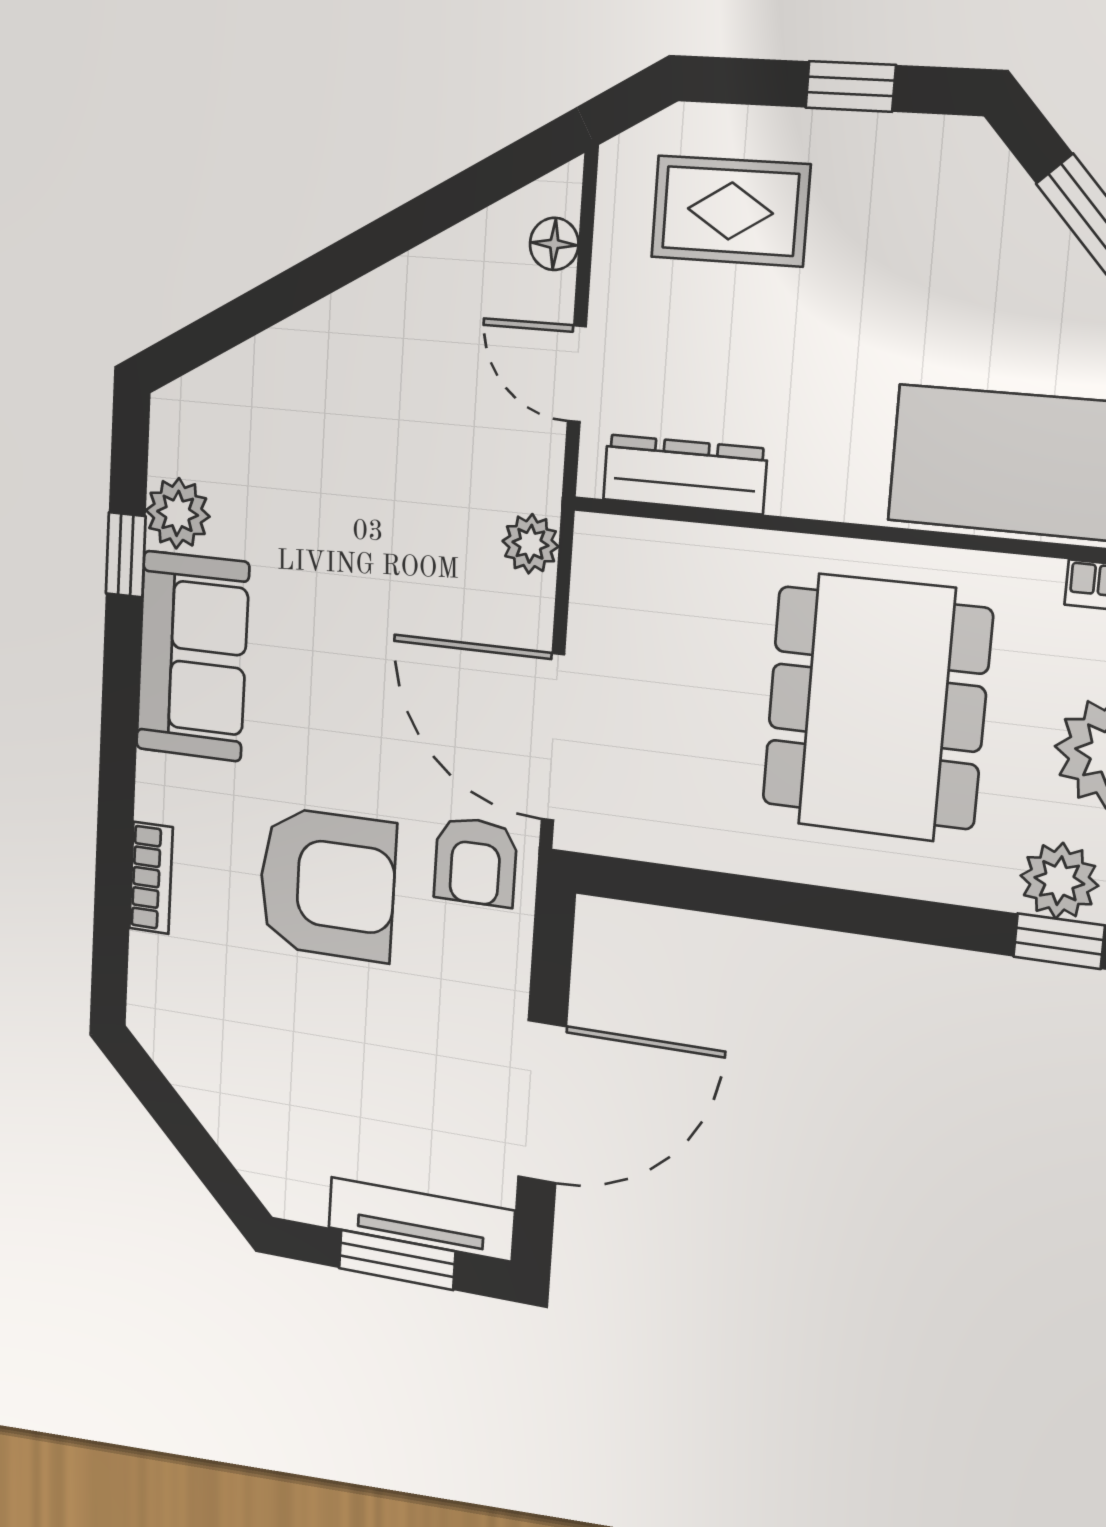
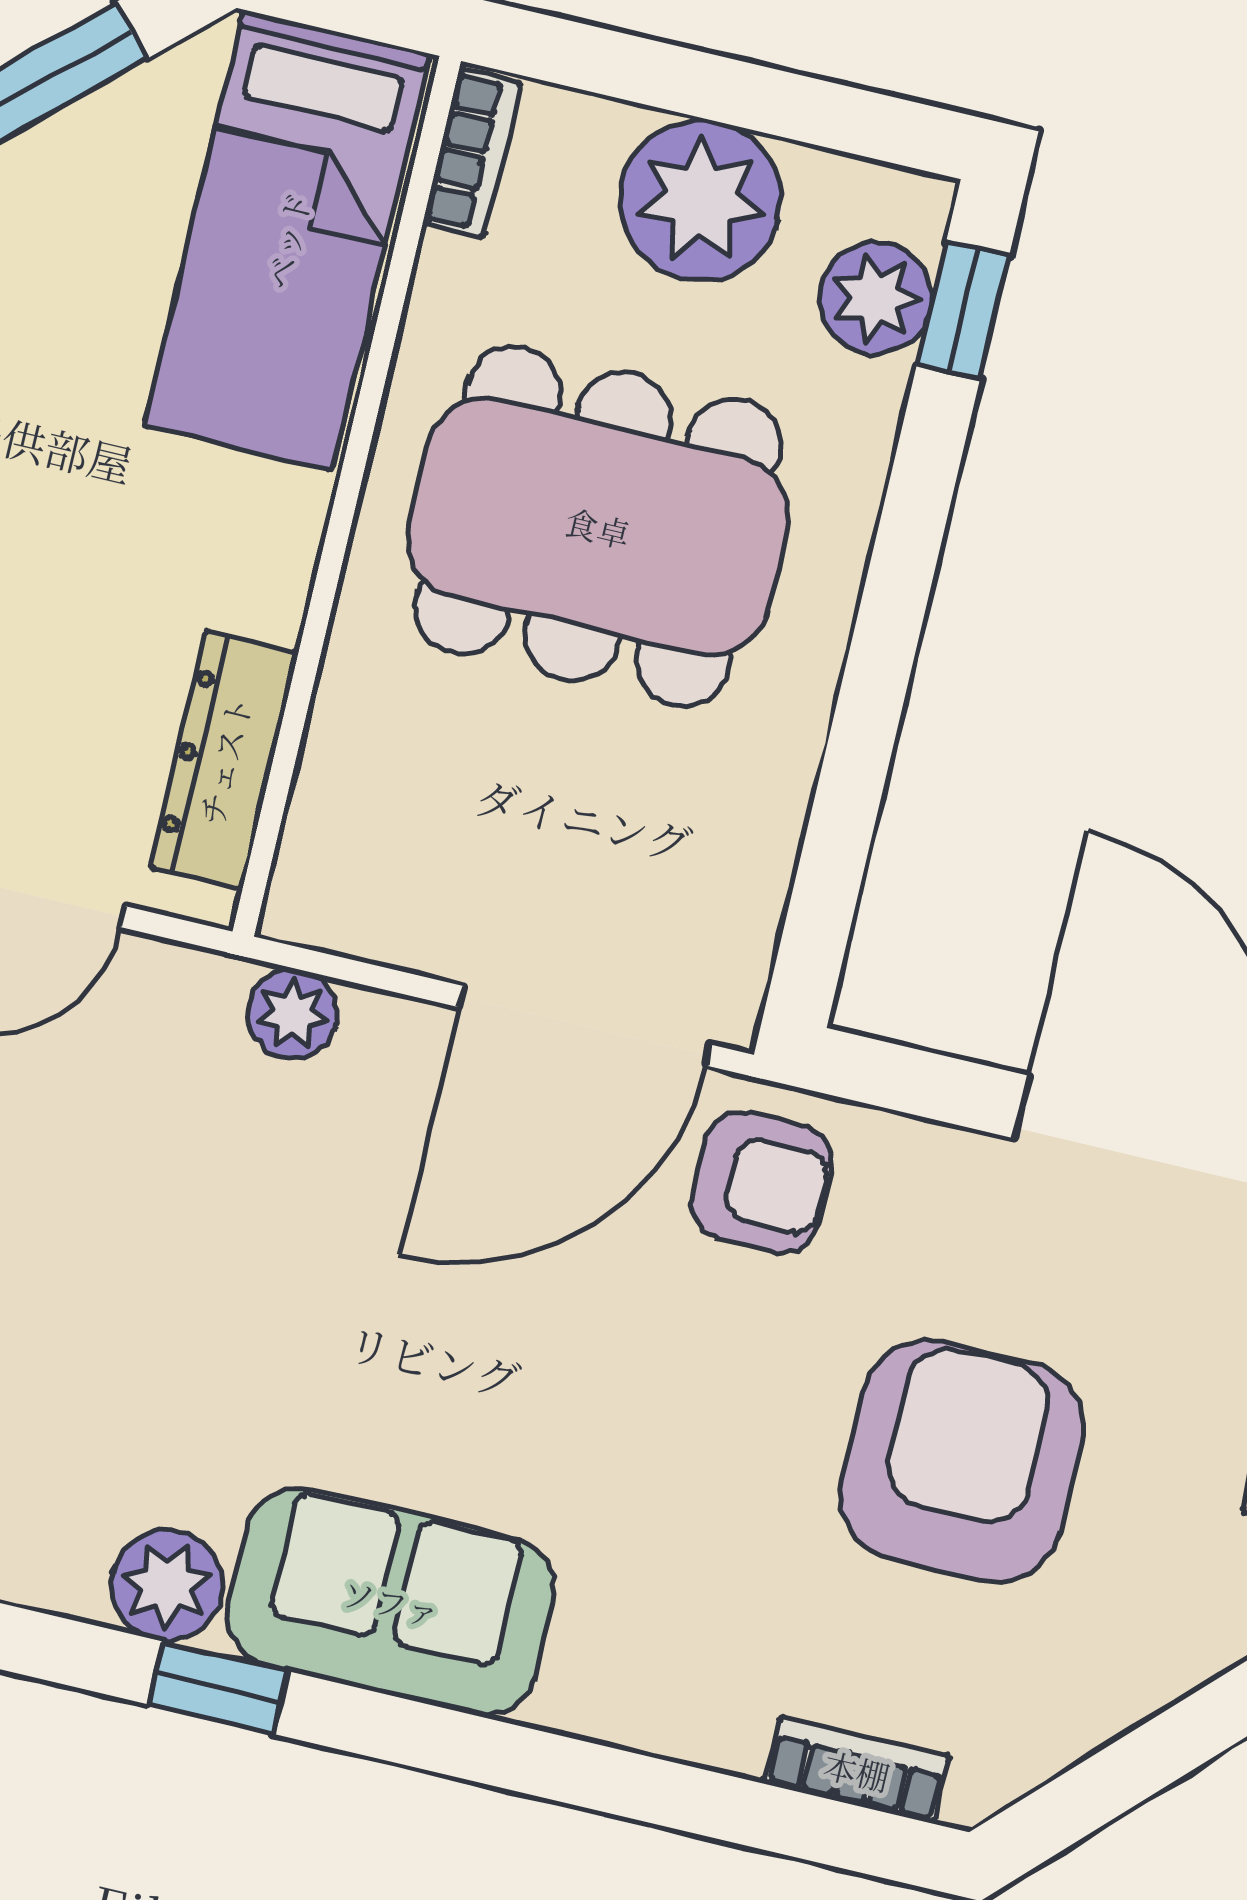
bookcase: (151, 878) -> (857, 1770), moved
armchair: (327, 884) -> (962, 1461), moved

